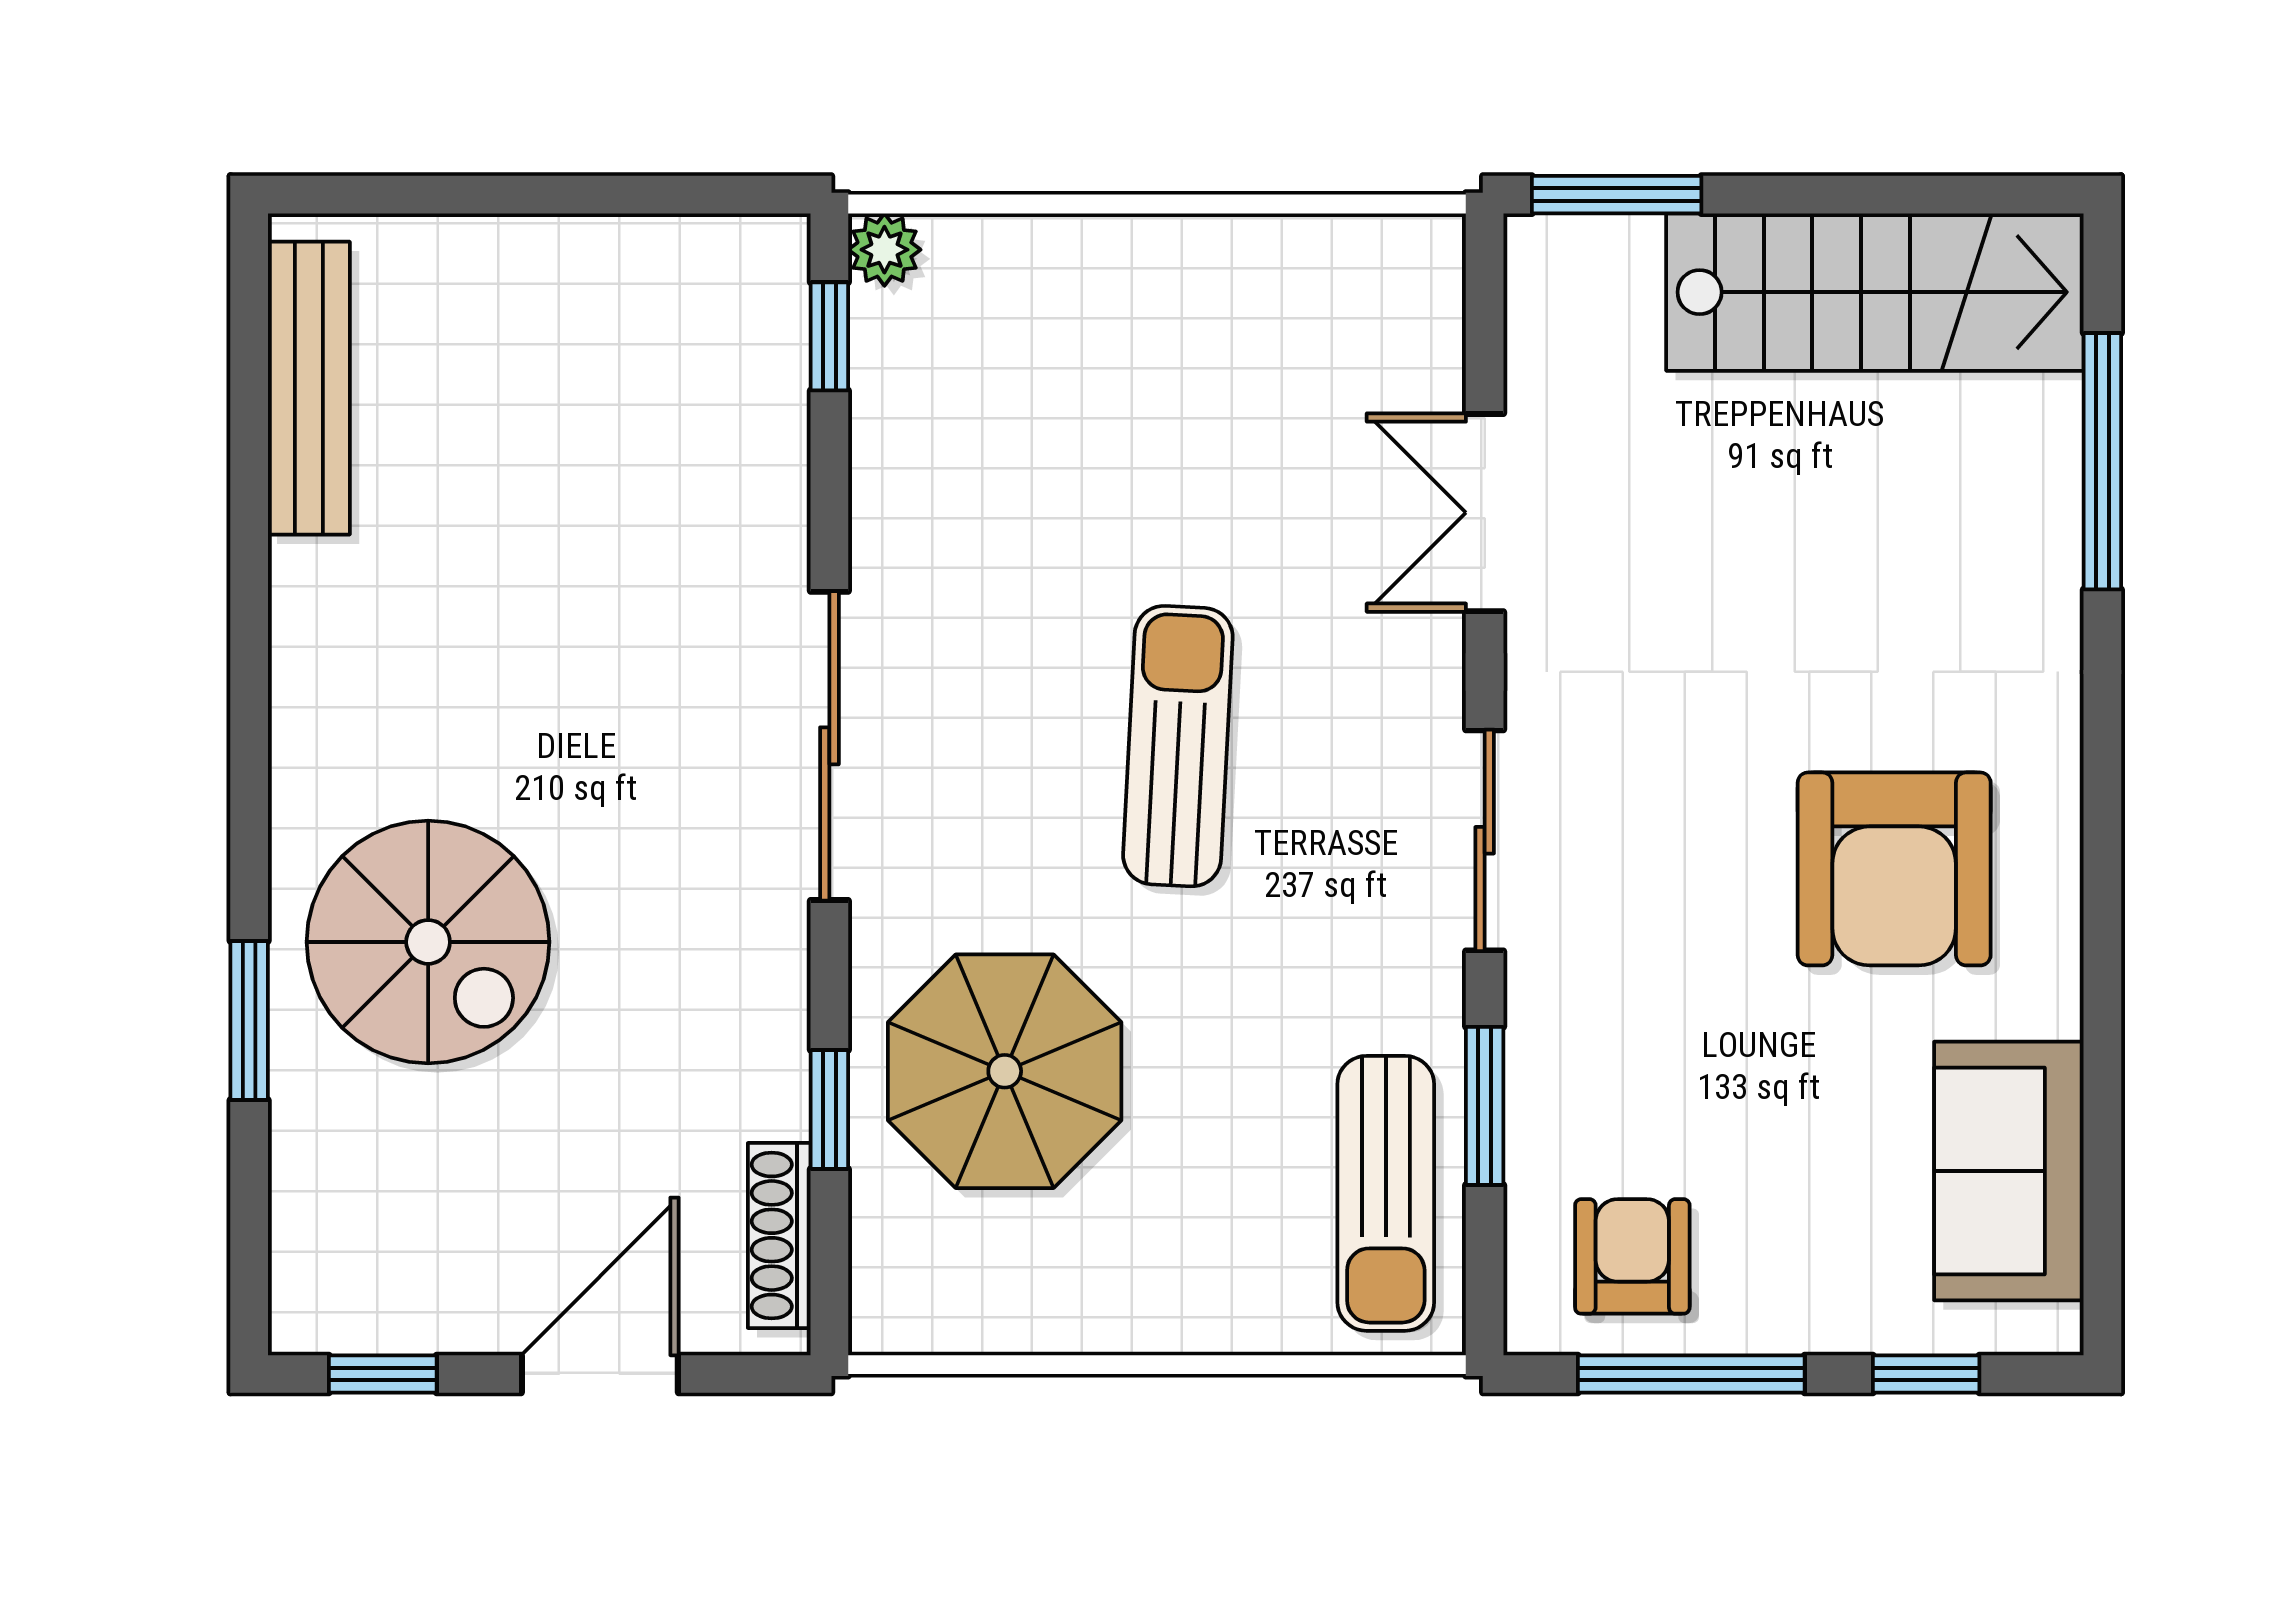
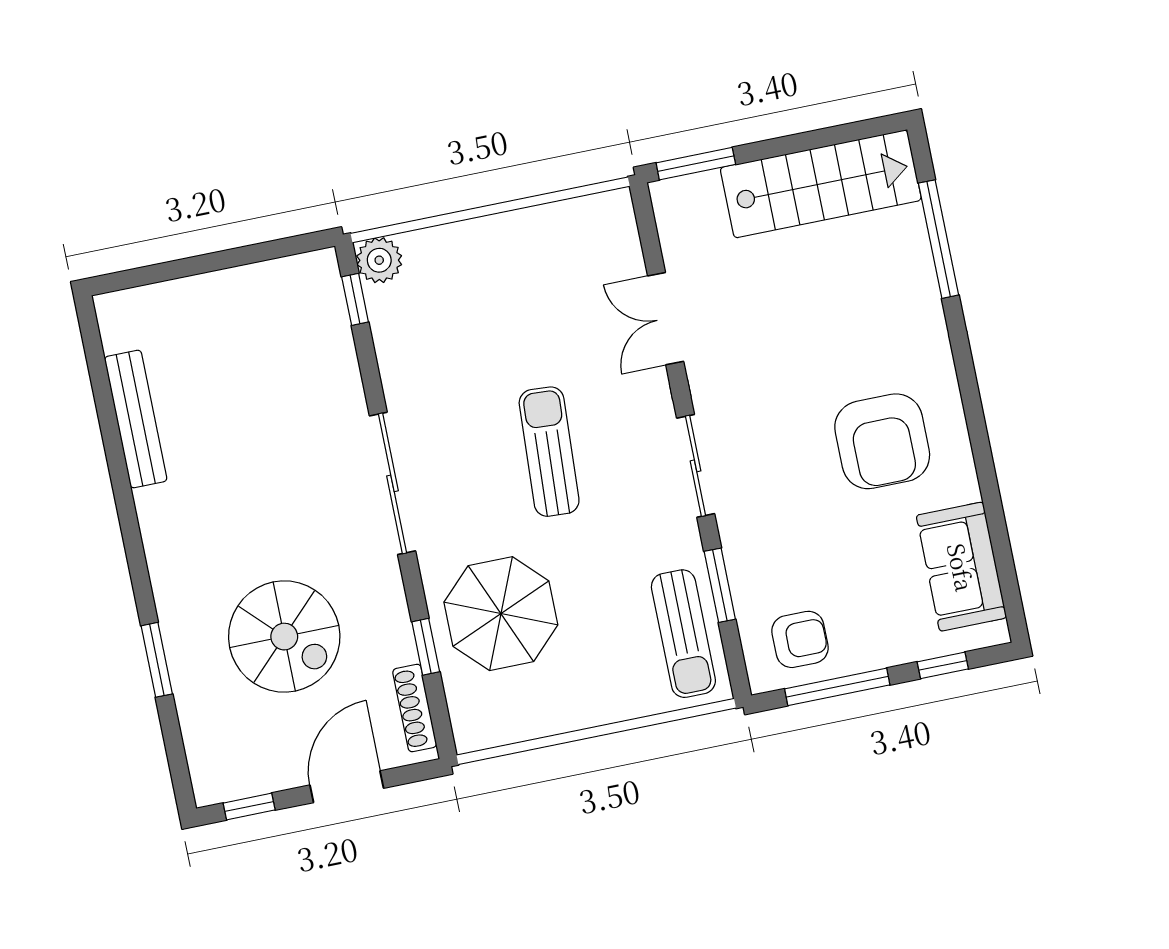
plant: (884, 250) -> (379, 260), width x1.38, depth x1.38
bench: (309, 388) -> (136, 419), moved
spiral stairs: (428, 942) -> (284, 637), moved
armchair: (1632, 1256) -> (800, 639), turned 90

